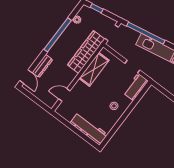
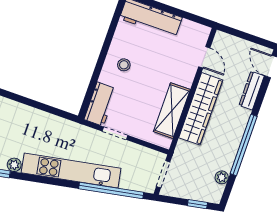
wardrobe: (86, 52) -> (201, 109), moved
door: (64, 95) -> (204, 57), hinge flipped

